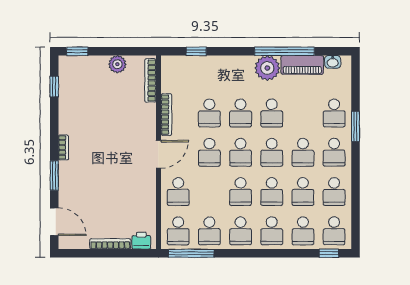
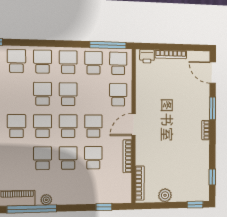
plant: (267, 68) -> (46, 200), width x0.53, depth x0.53
school desk: (303, 192) -> (16, 94), removed

